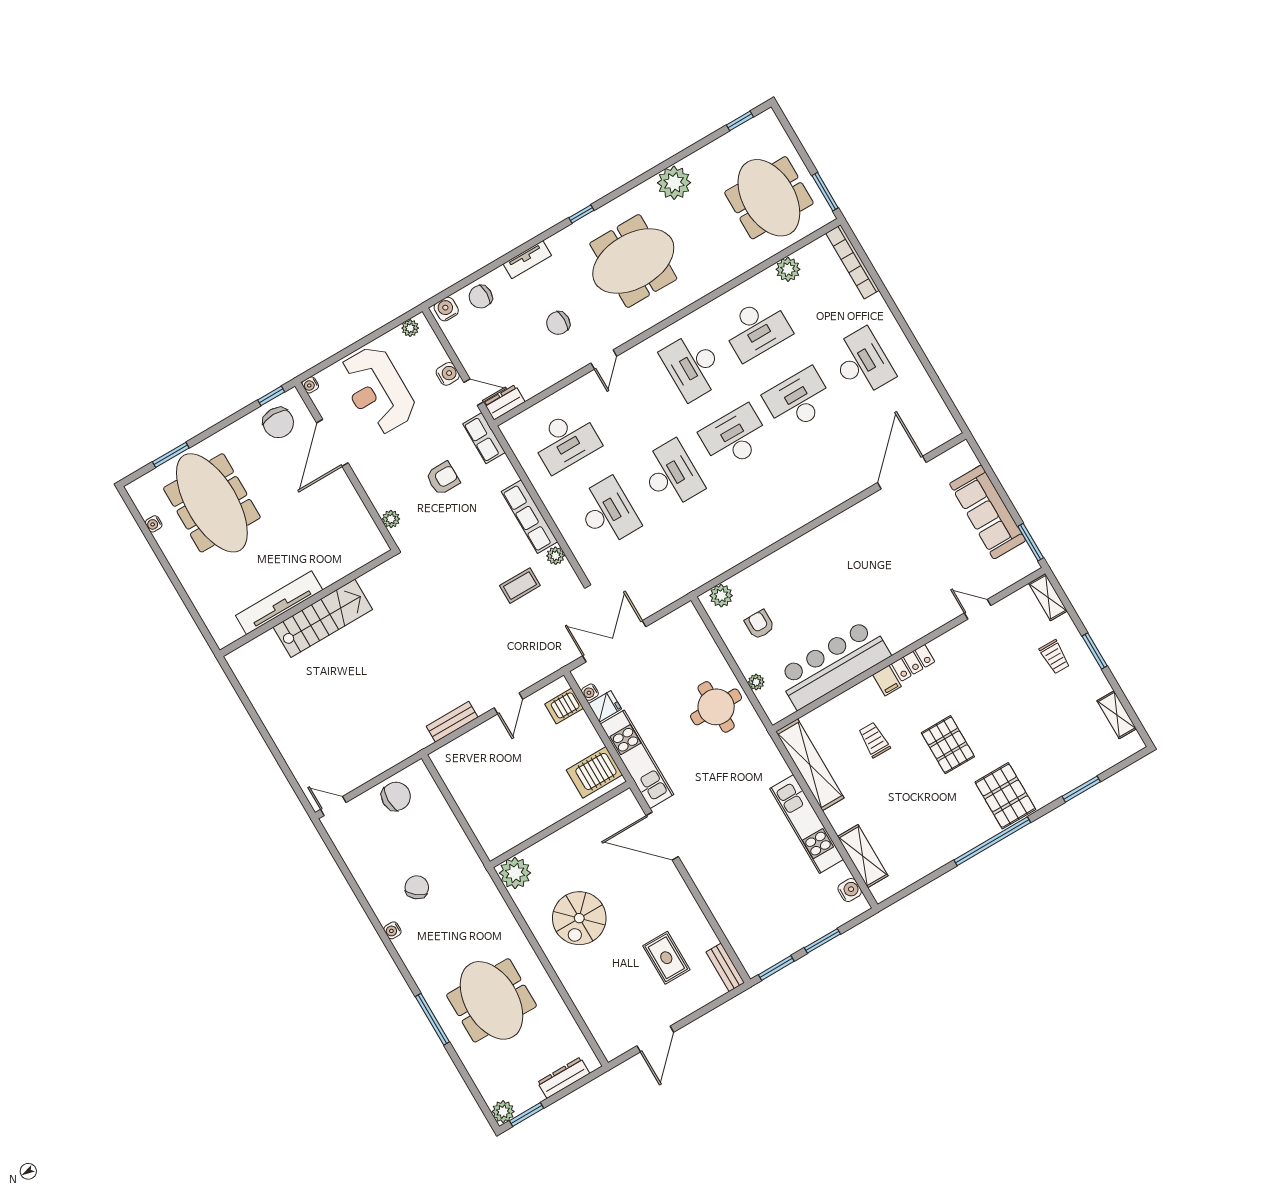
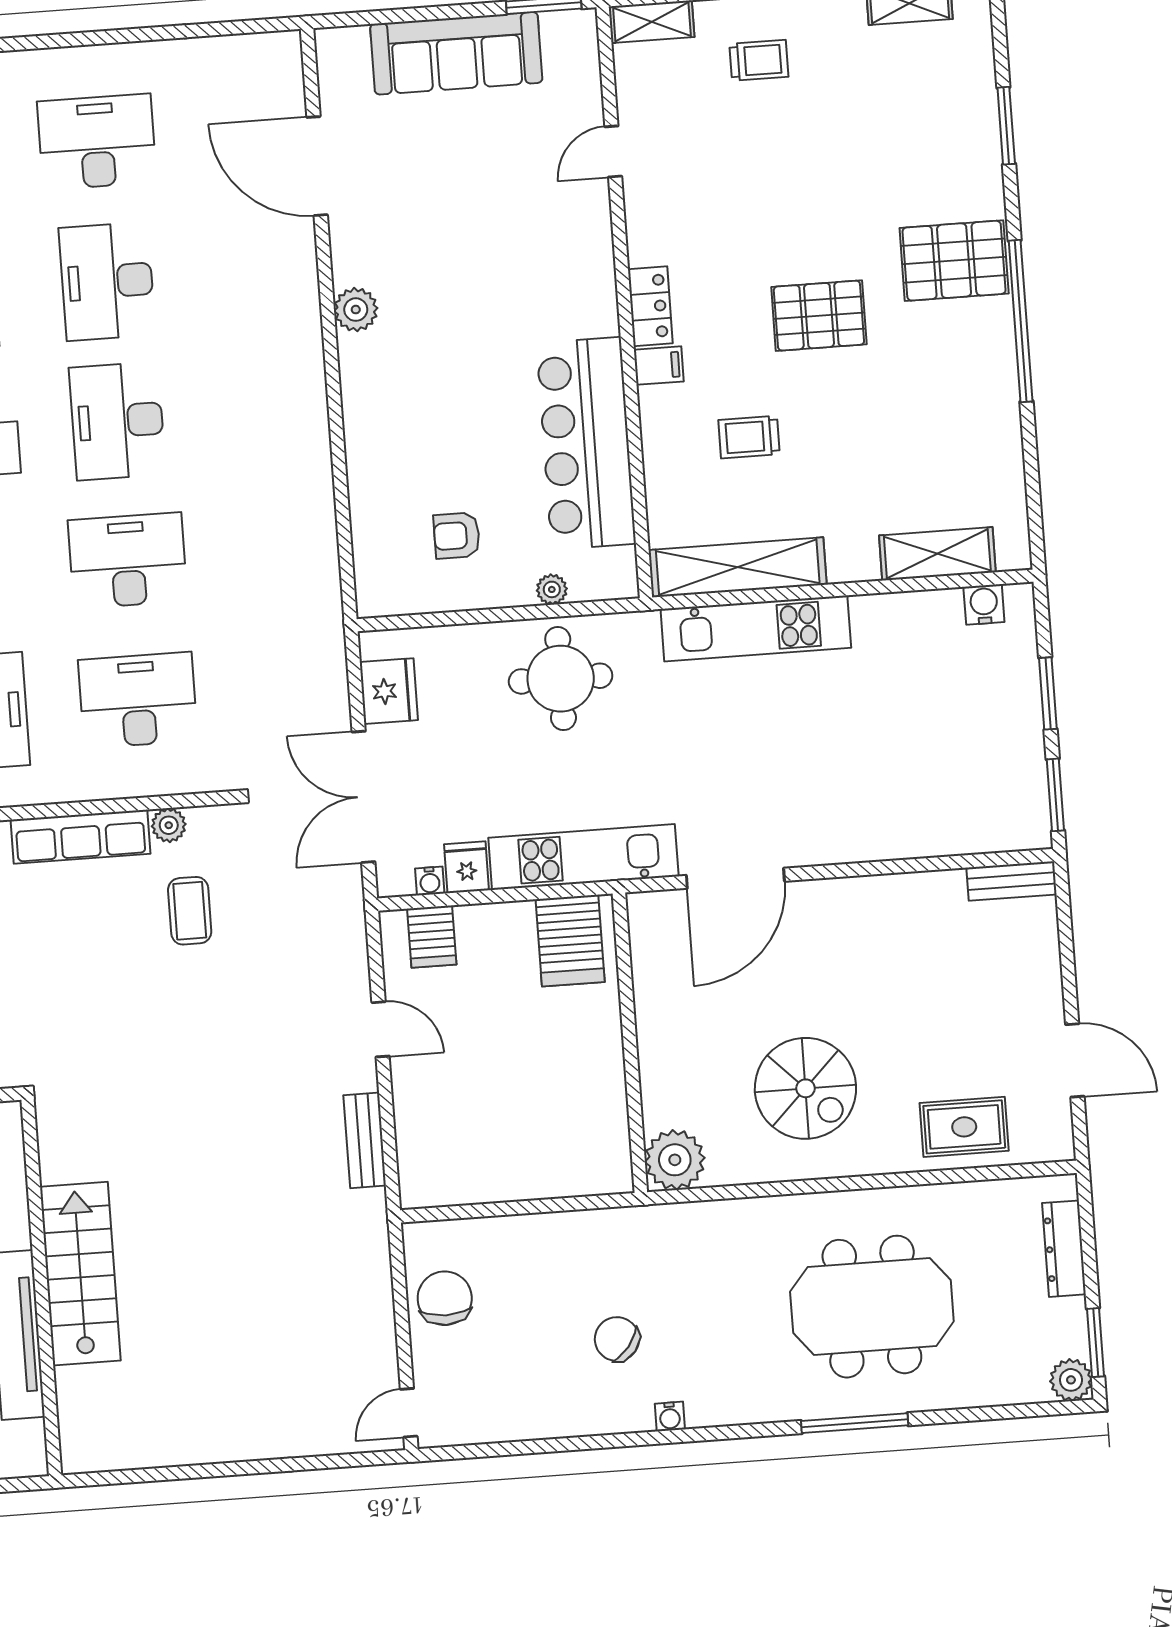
plant: (721, 596) -> (356, 310), moved
fridge: (670, 629) -> (389, 691), added
kitchen unit: (807, 824) -> (756, 629), moved
rug: (666, 958) -> (964, 1127), moved

